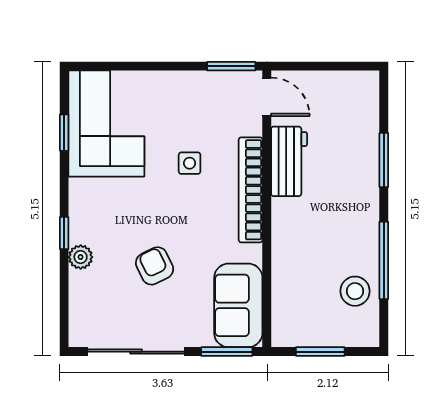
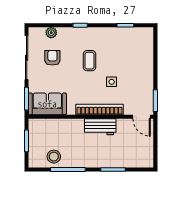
door: (267, 97) -> (142, 117), hinge flipped
corner sofa: (106, 124) -> (129, 44), removed
workbench: (289, 161) -> (100, 127), moved
coffee table: (143, 212) -> (90, 61), added
plant: (81, 257) -> (51, 33), moved
armchair: (155, 266) -> (52, 58), moved, turned -64

